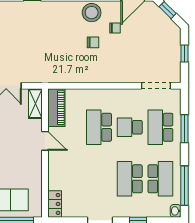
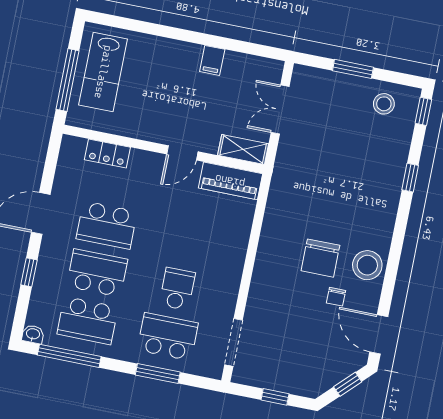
chair: (93, 42) -> (320, 258), width x1.87, depth x1.87
school desk: (99, 127) -> (107, 225), moved, turned 180
locker: (55, 204) -> (107, 154), moved

